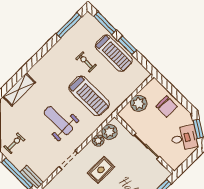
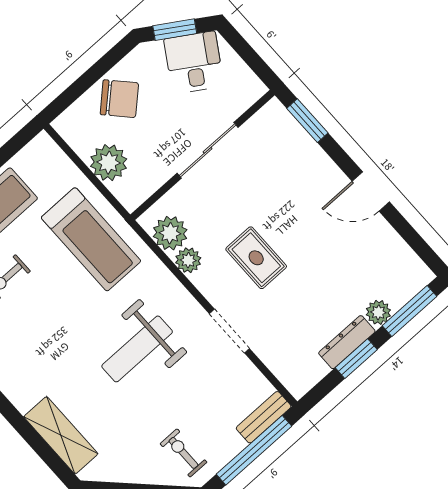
treadmill: (89, 96) -> (91, 239), moved, turned 90
chair: (167, 106) -> (119, 99), turned 46

